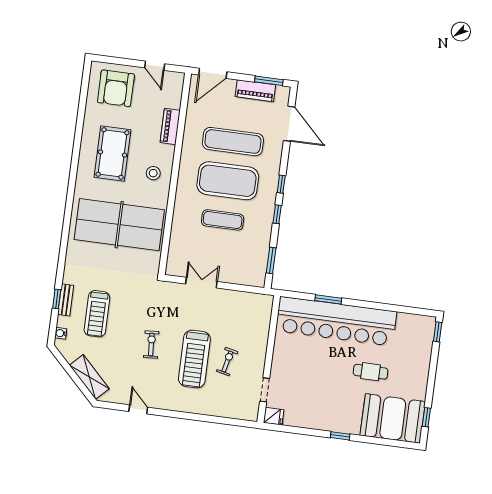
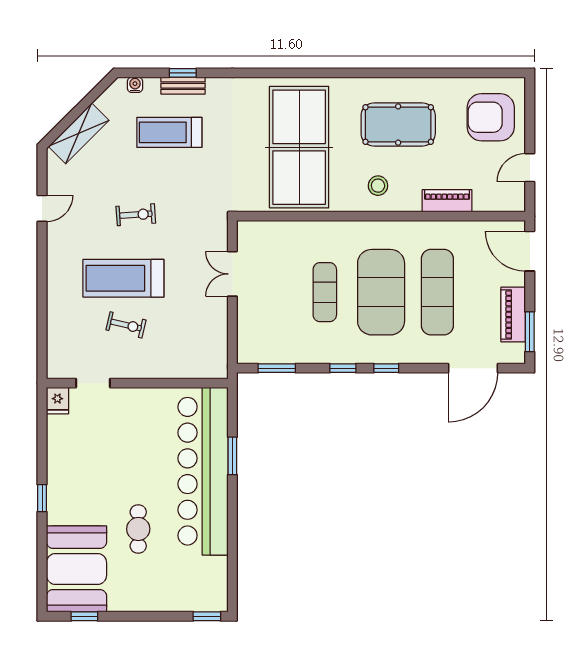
double door: (201, 283) -> (232, 274), swing flipped

